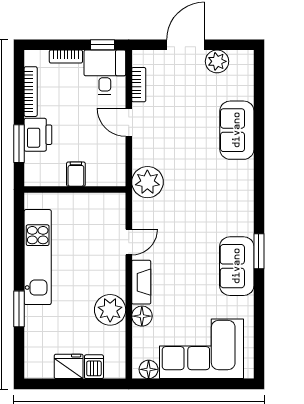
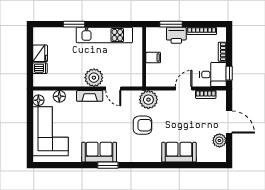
armchair: (191, 192) -> (142, 125), added
plant: (110, 310) -> (94, 78), moved
floor lamp: (142, 316) -> (59, 96), moved

